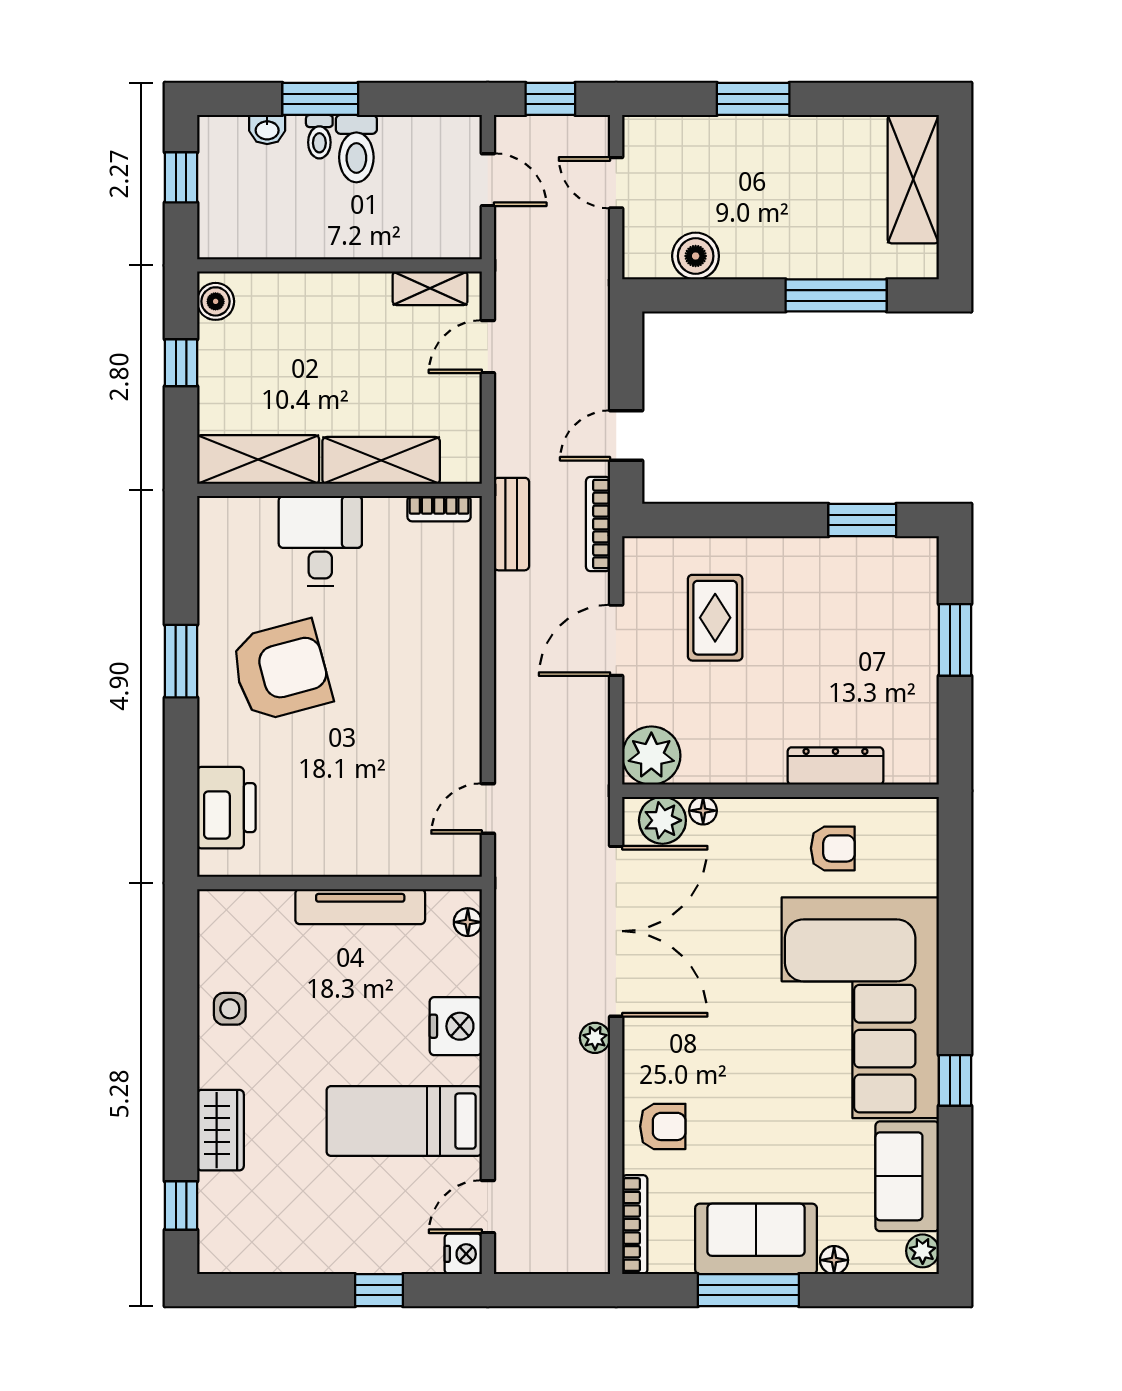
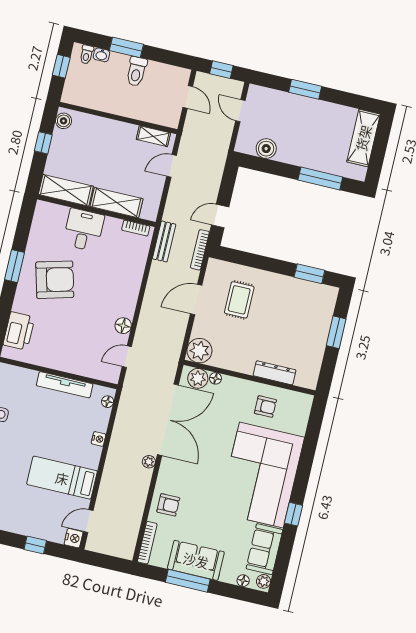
toilet: (319, 137) -> (86, 54), moved
floor lamp: (463, 739) -> (123, 326), added
nightstand: (456, 1026) -> (99, 439), width x0.53, depth x0.56
floor lamp: (834, 1260) -> (243, 581), moved

